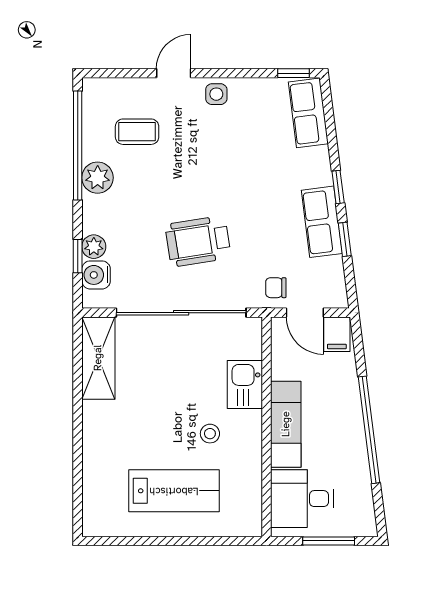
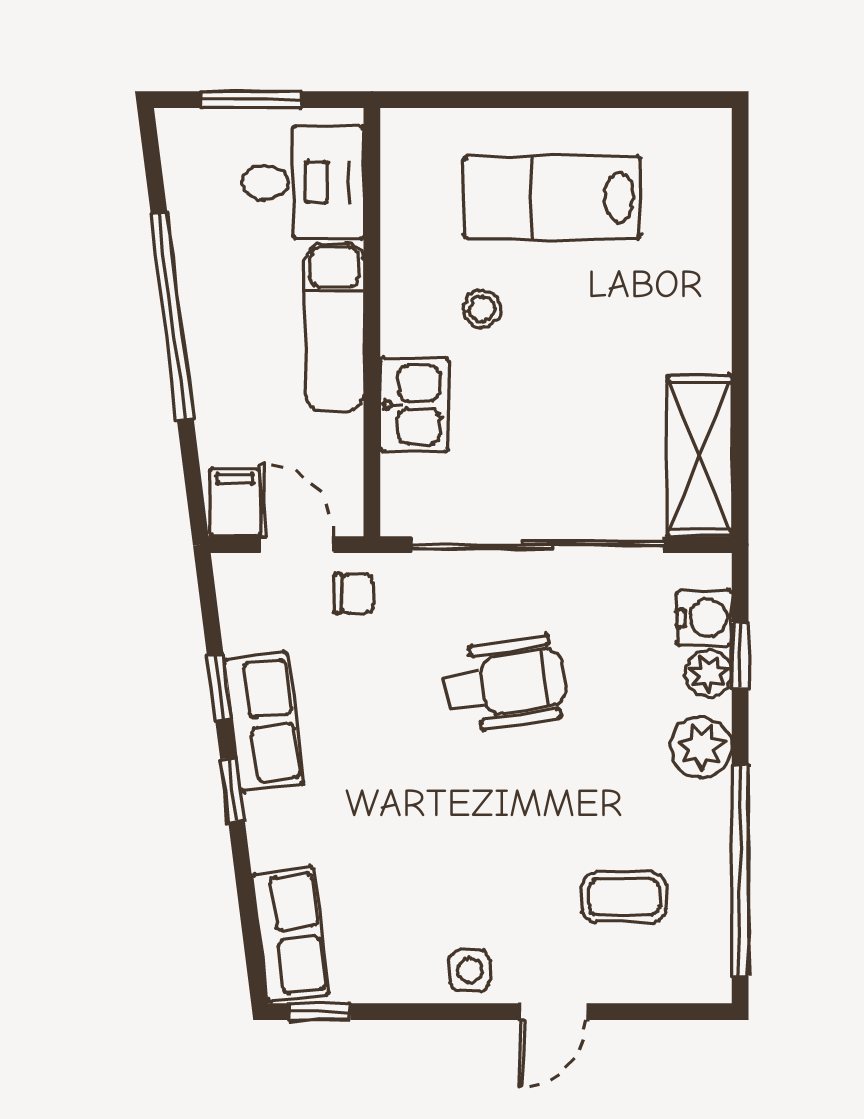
plant: (98, 178) -> (701, 747), moved

